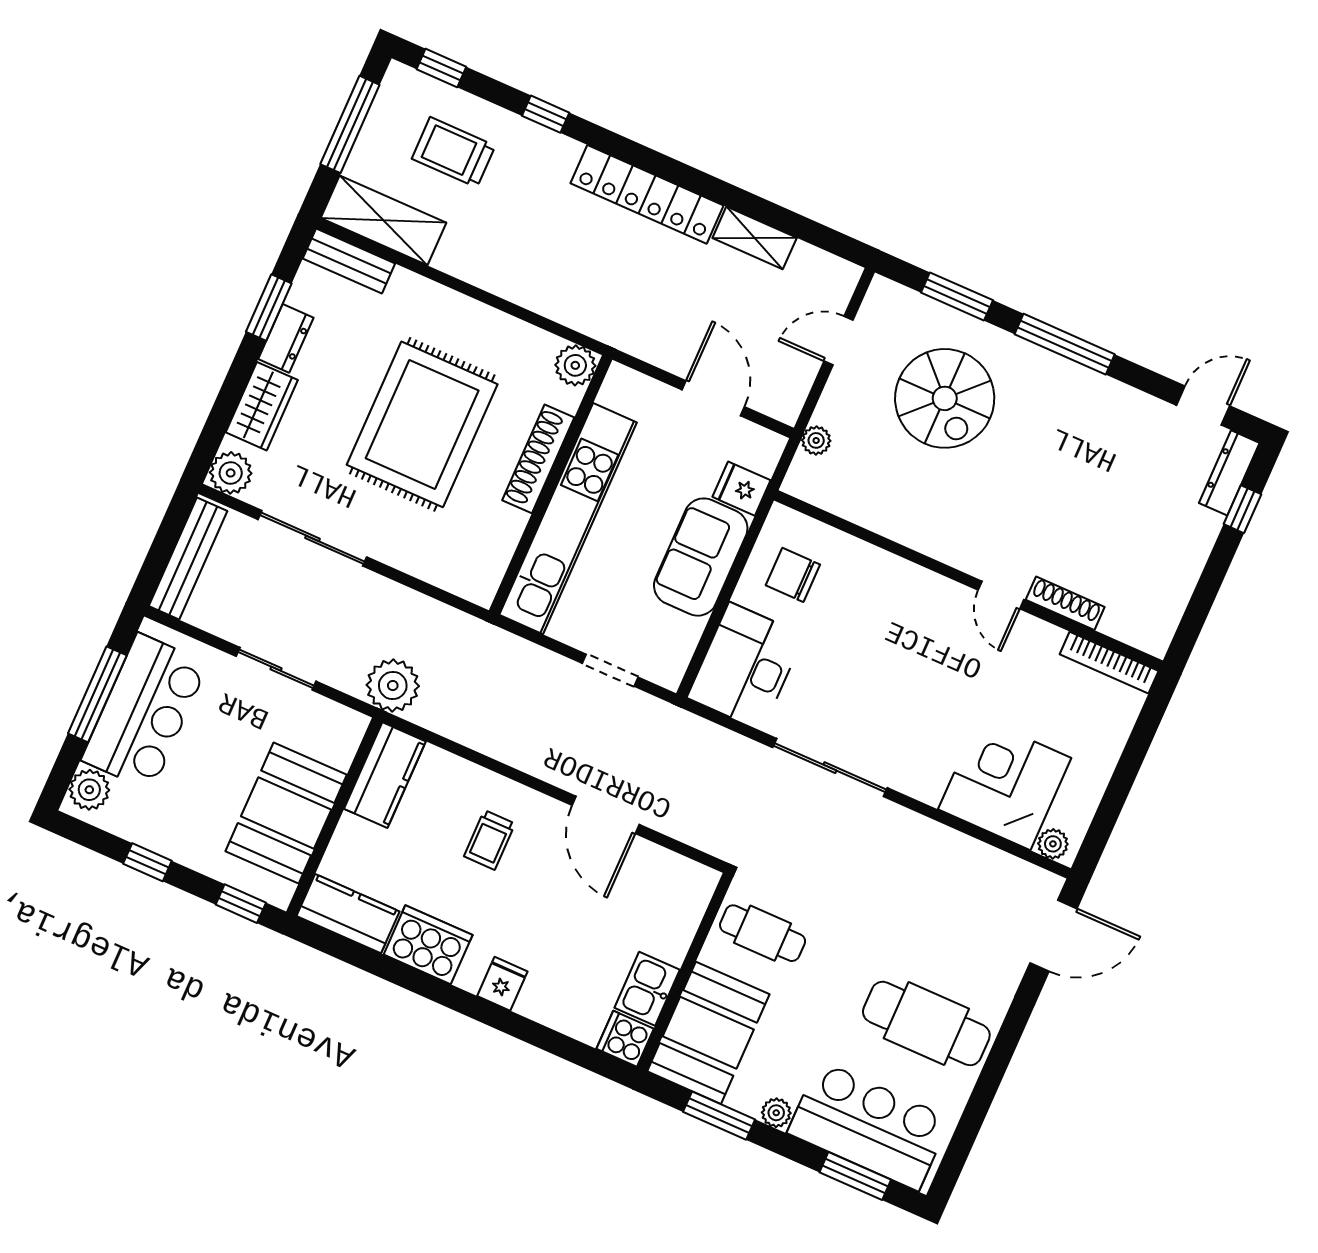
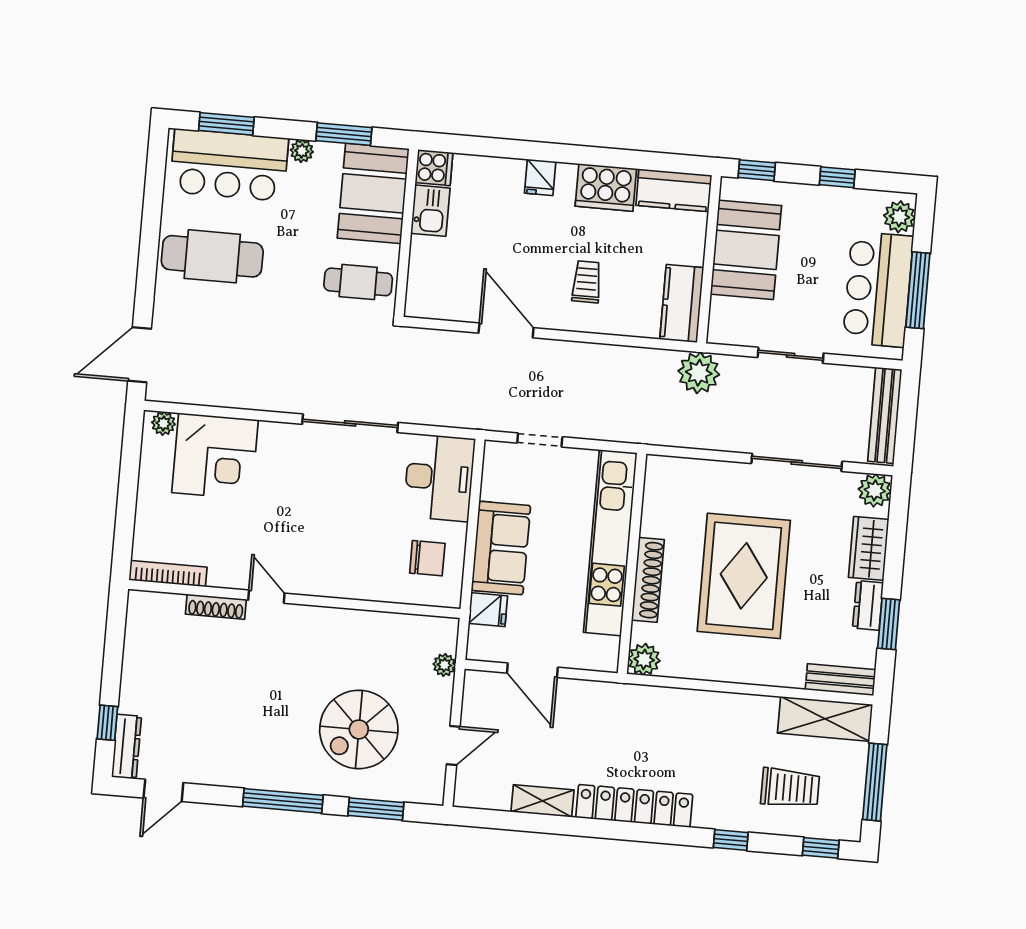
spiral stairs: (945, 398) -> (359, 729), turned -90

